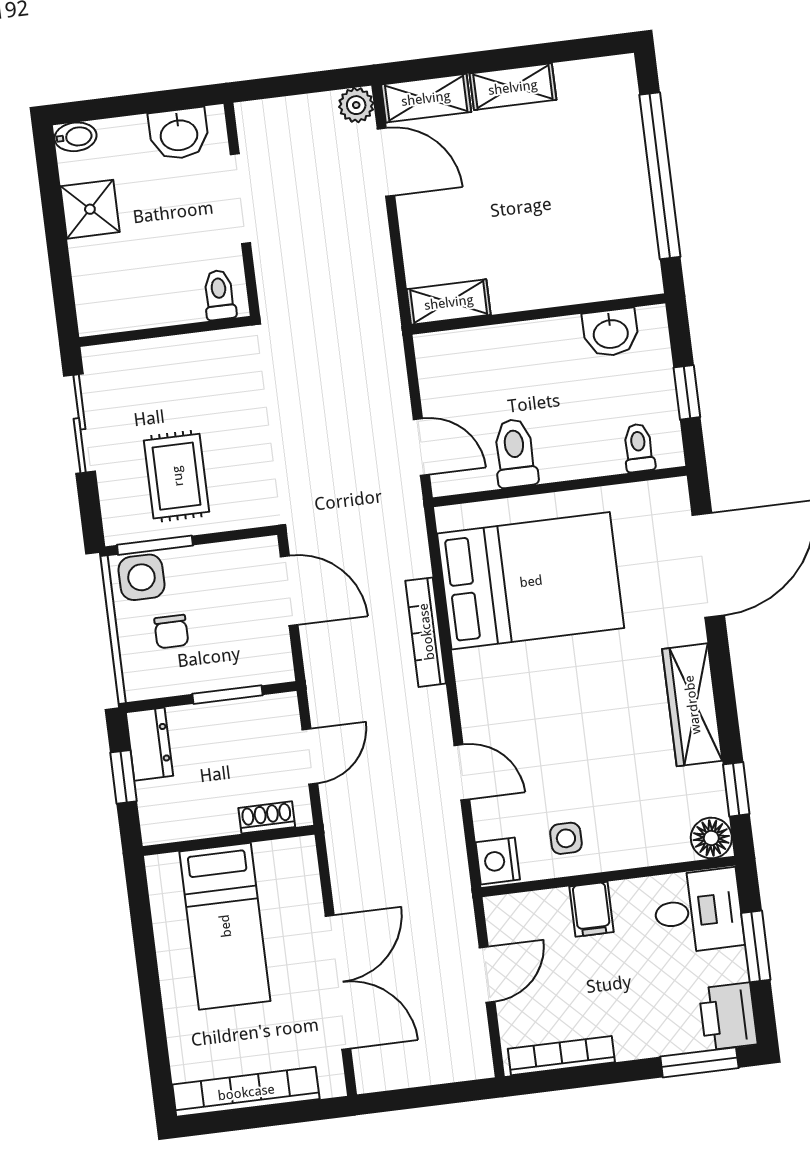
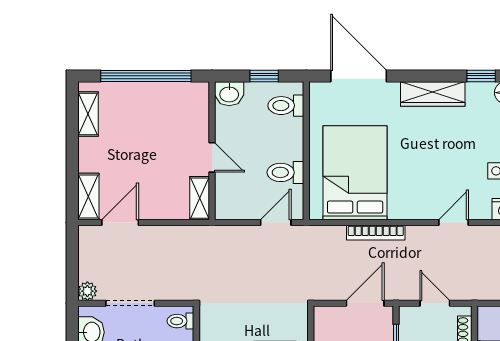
shelving: (513, 87) -> (88, 114), moved
plant: (356, 105) -> (87, 291), moved
door: (526, 316) -> (212, 157), added
washbasin: (611, 333) -> (229, 94), moved, turned 90
toilet: (639, 448) -> (286, 106), width x1.37, depth x1.39
door: (289, 591) -> (365, 303), moved

